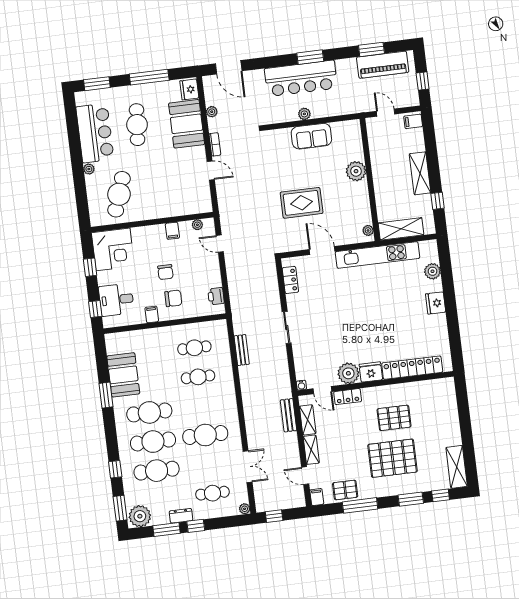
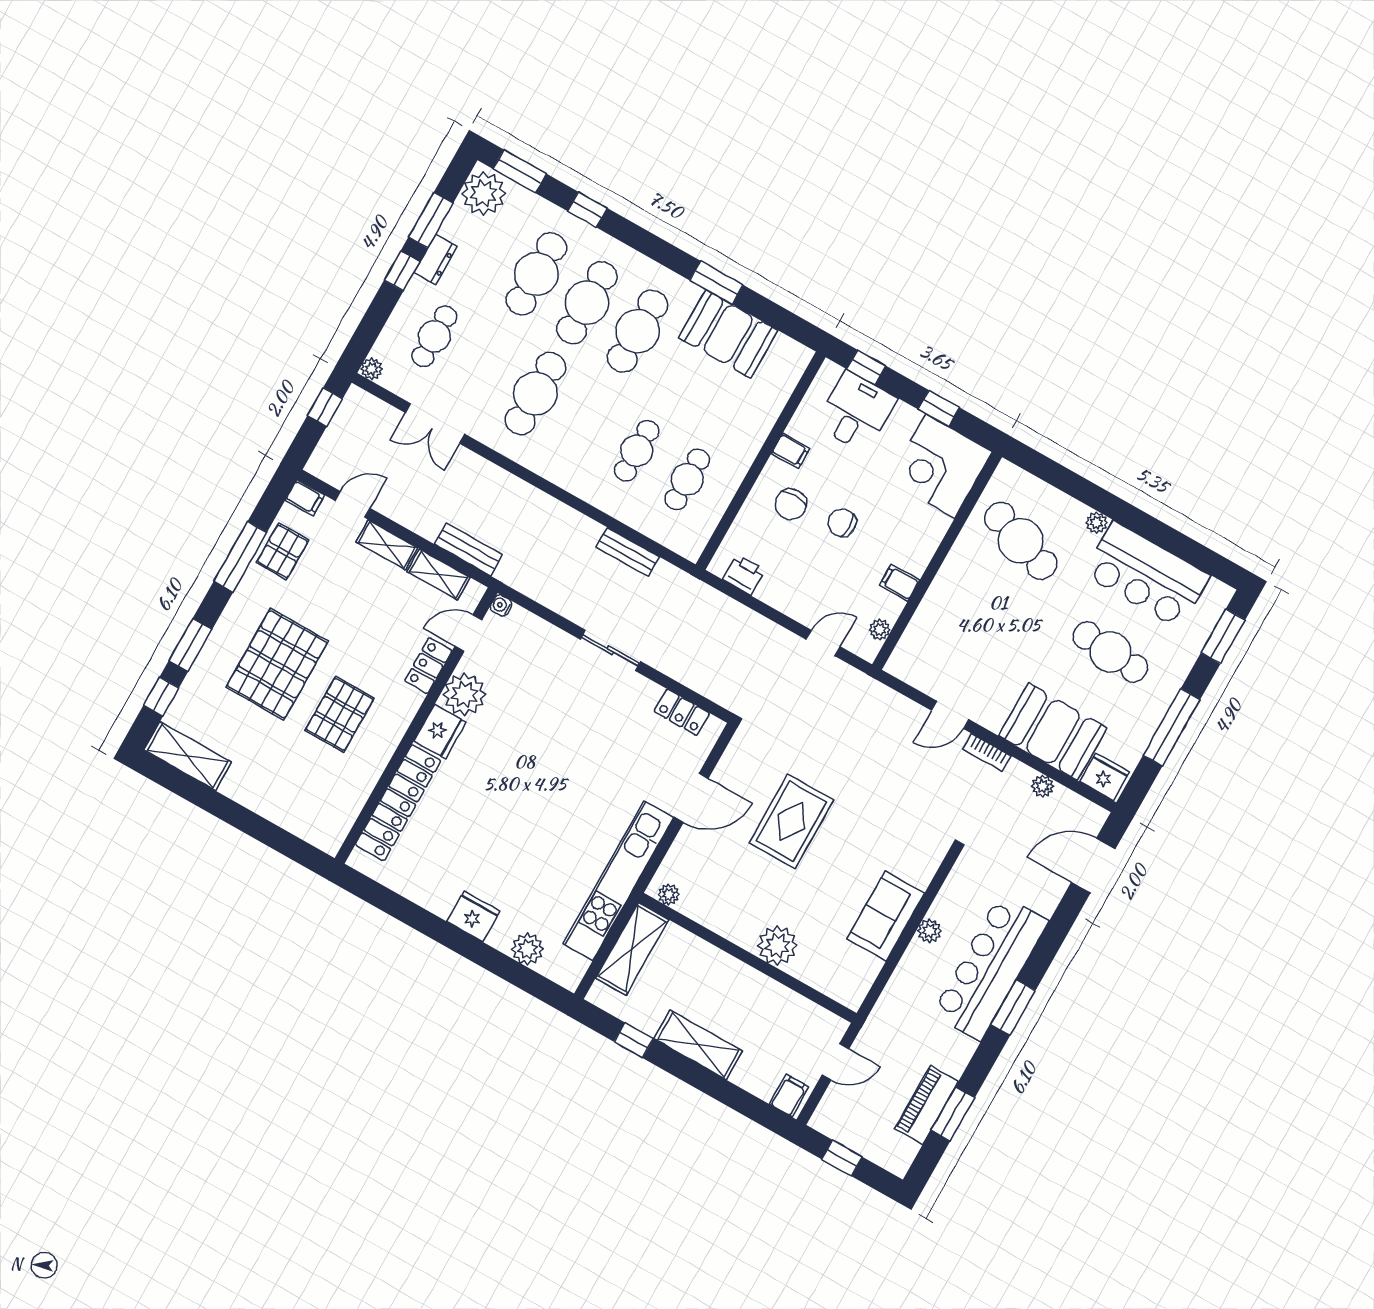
piano: (383, 65) -> (926, 1105), width x0.73, depth x0.75

